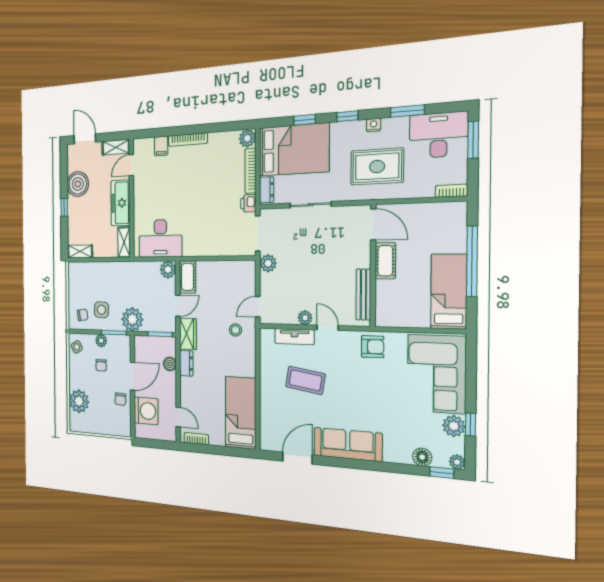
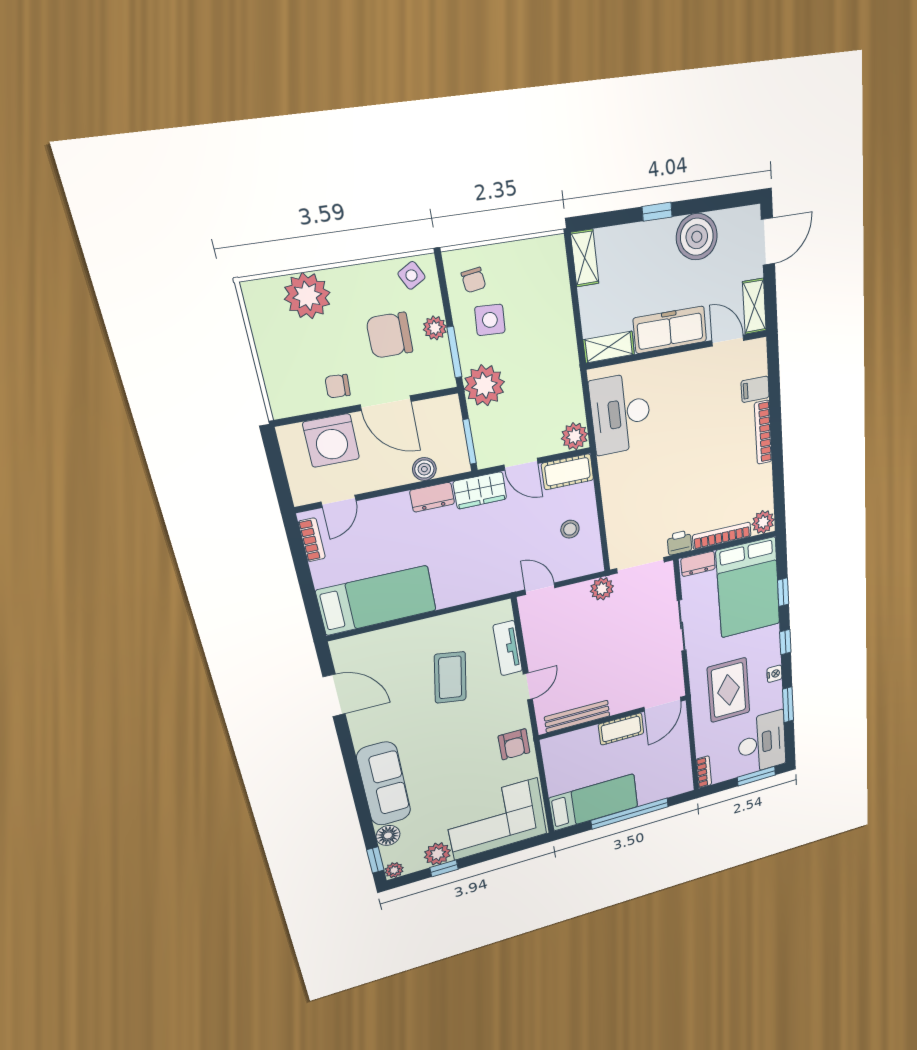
plant: (305, 318) -> (536, 655), removed
stool: (236, 330) -> (570, 529), moved
chair: (101, 365) -> (390, 335), width x1.87, depth x1.87
sofa: (348, 444) -> (384, 784), moved

